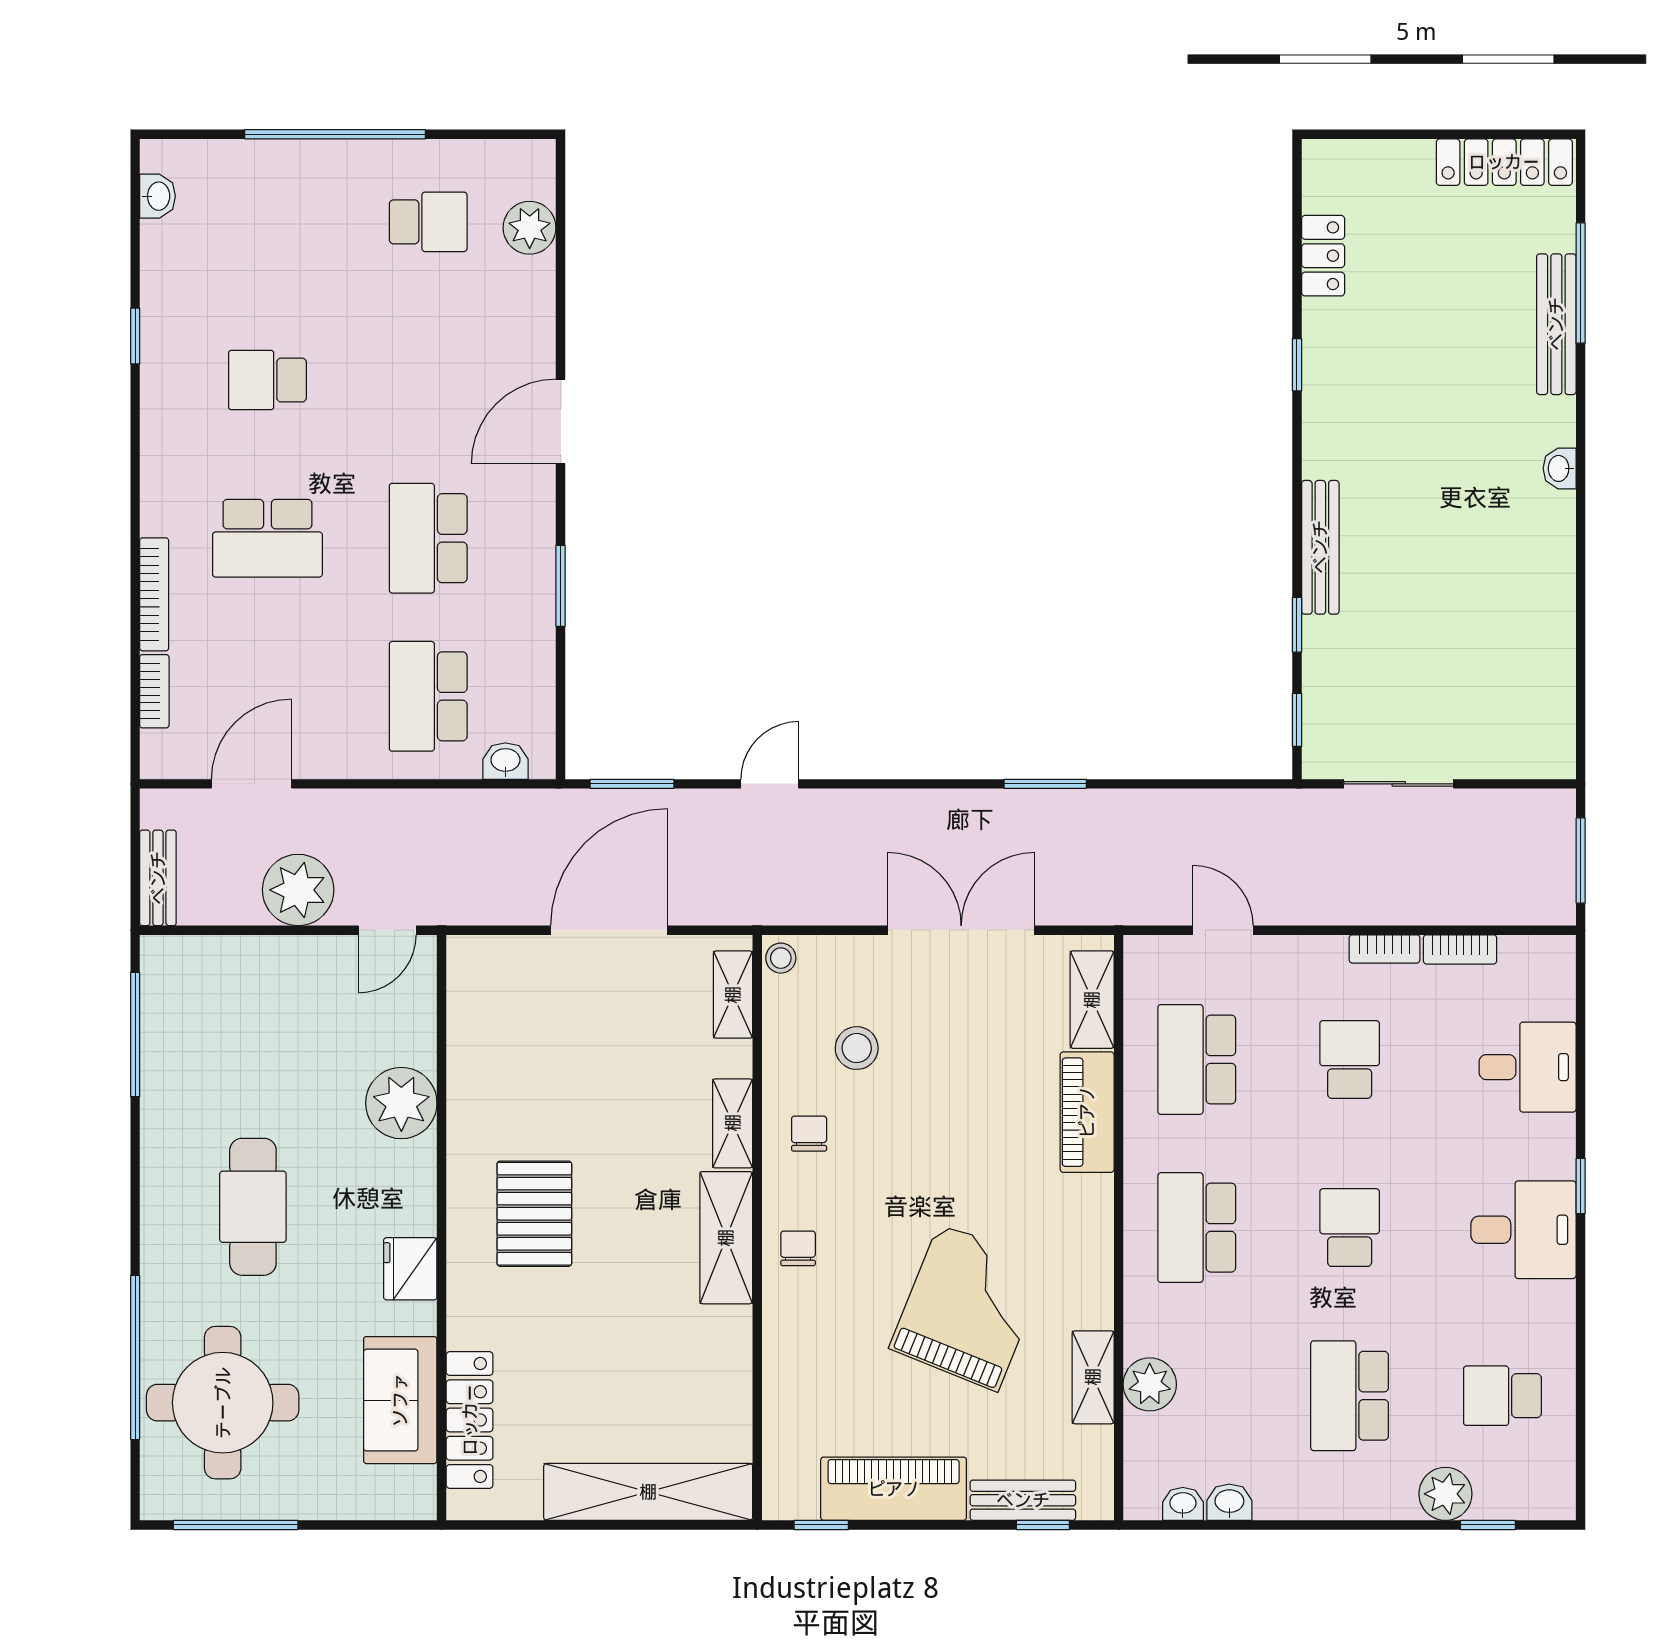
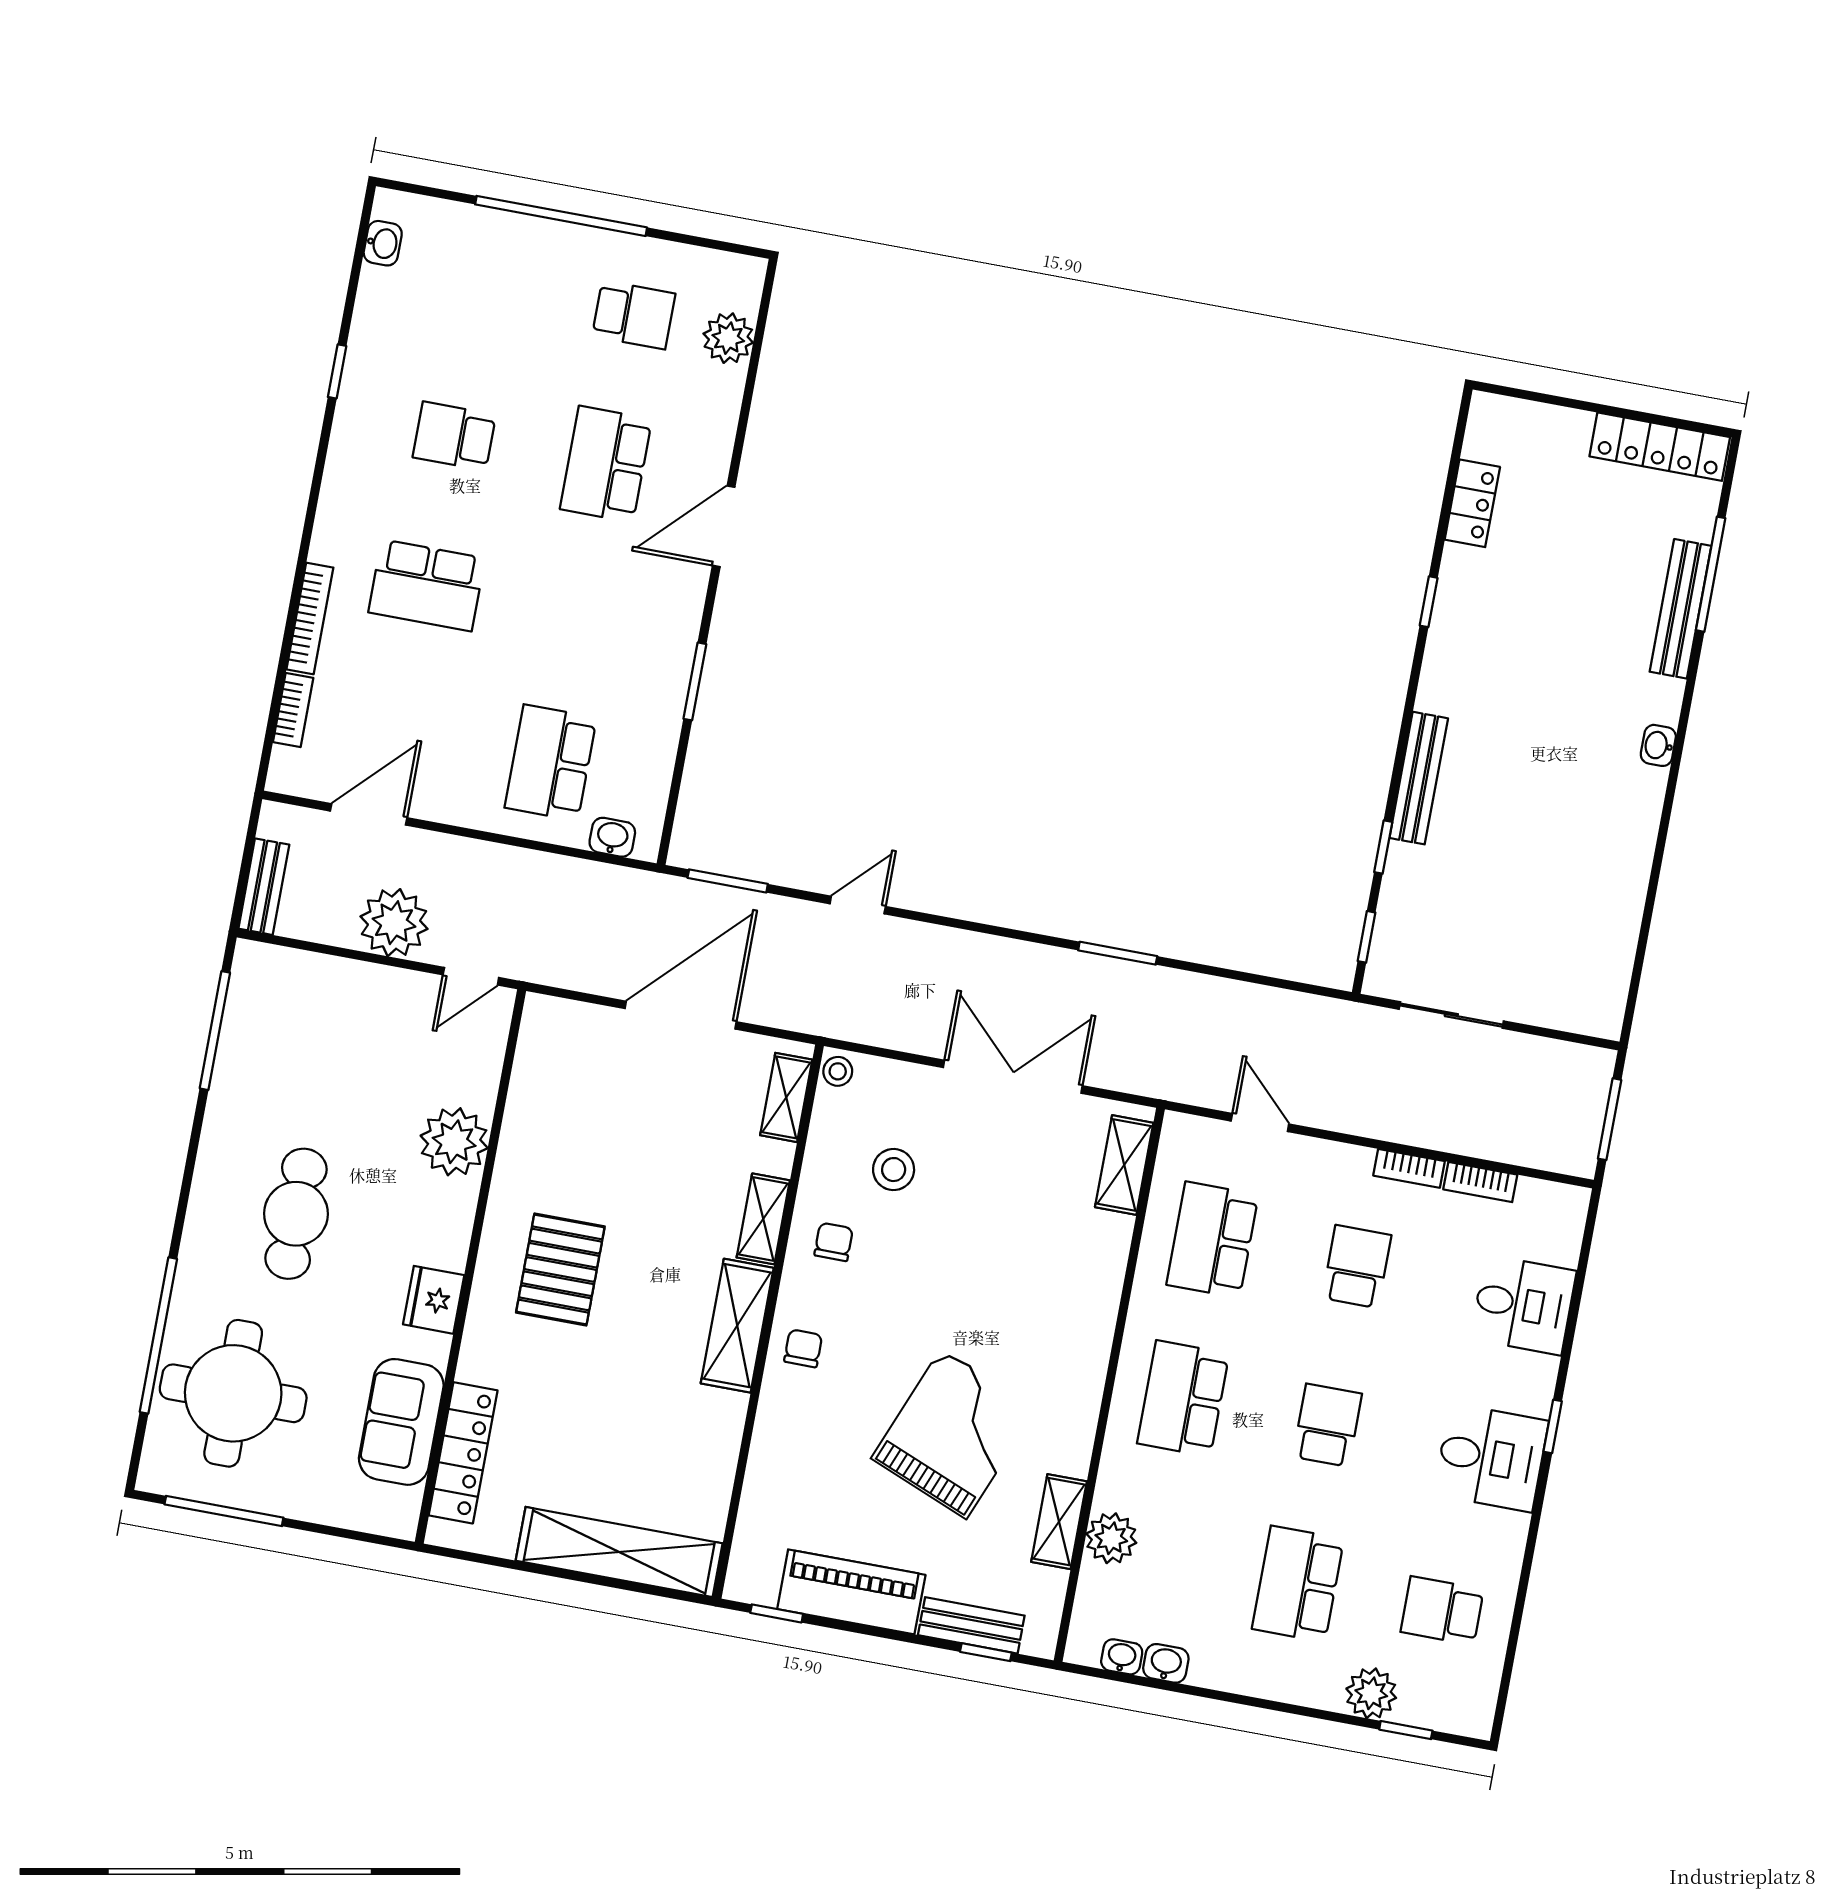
school desk: (428, 538) -> (606, 464), moved
piano: (1087, 1112) -> (1100, 1270), removed

